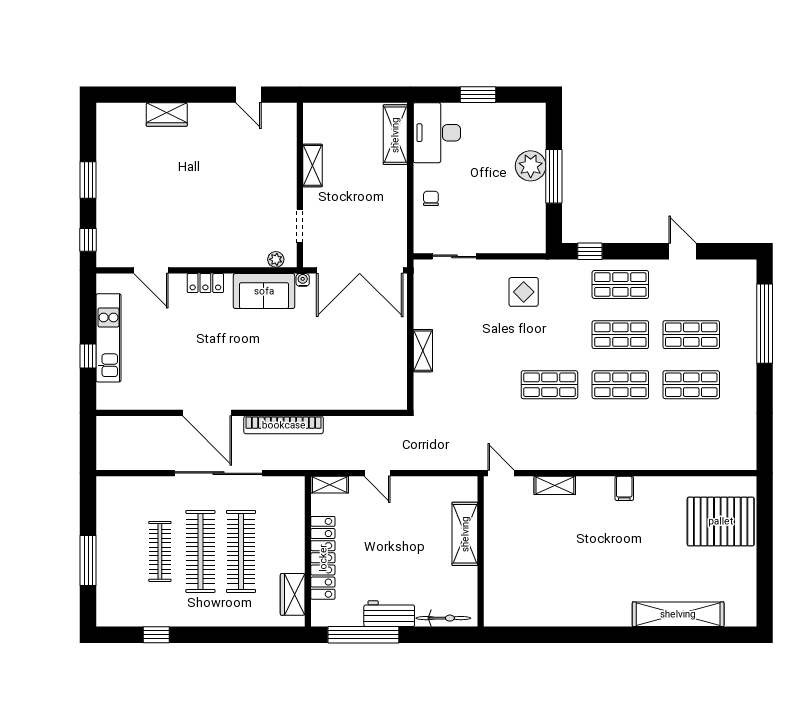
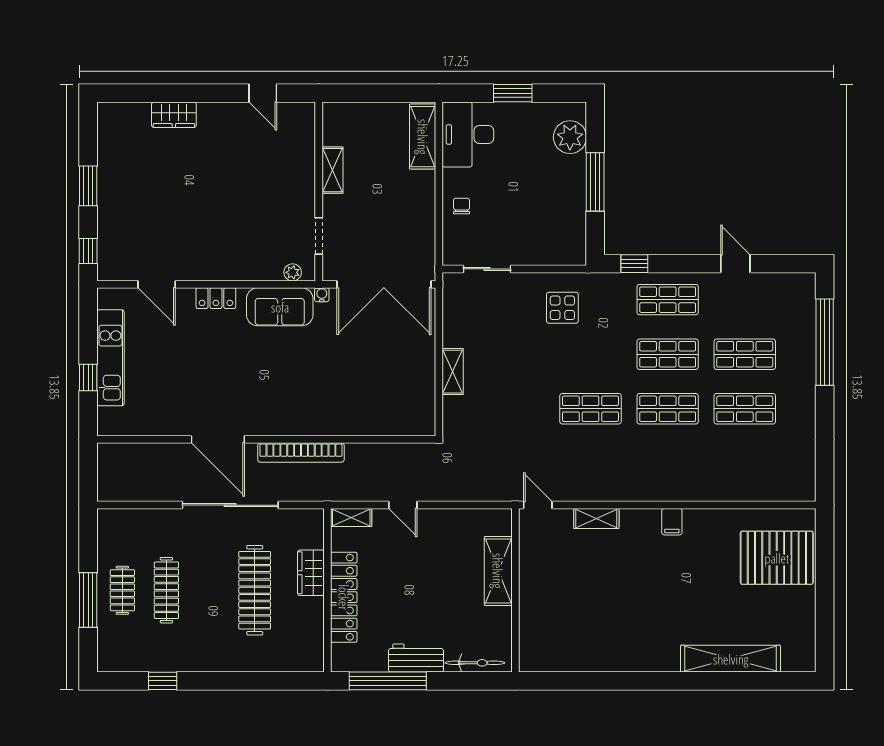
plant: (531, 166) -> (570, 137), moved
clothes rail: (200, 551) -> (122, 590), moved, width x0.54, depth x0.76
wardrobe: (293, 594) -> (311, 573), moved

